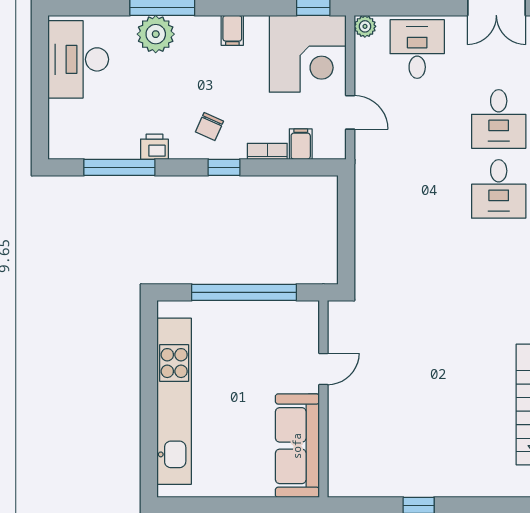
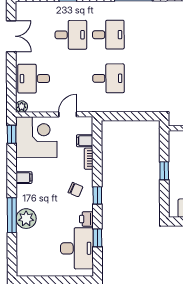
desk: (78, 59) -> (77, 248), moved, turned -90
window: (119, 167) -> (97, 238), width x0.46
window: (224, 167) -> (97, 195), moved
desk: (417, 189) -> (108, 78), added
window: (244, 292) -> (164, 171), width x0.32

